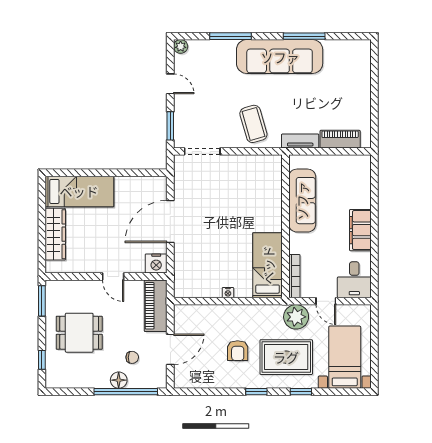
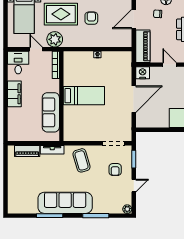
door: (170, 84) -> (134, 186), swing flipped
armchair: (200, 109) -> (115, 170), added
bed: (268, 265) -> (84, 96), moved, turned -90

